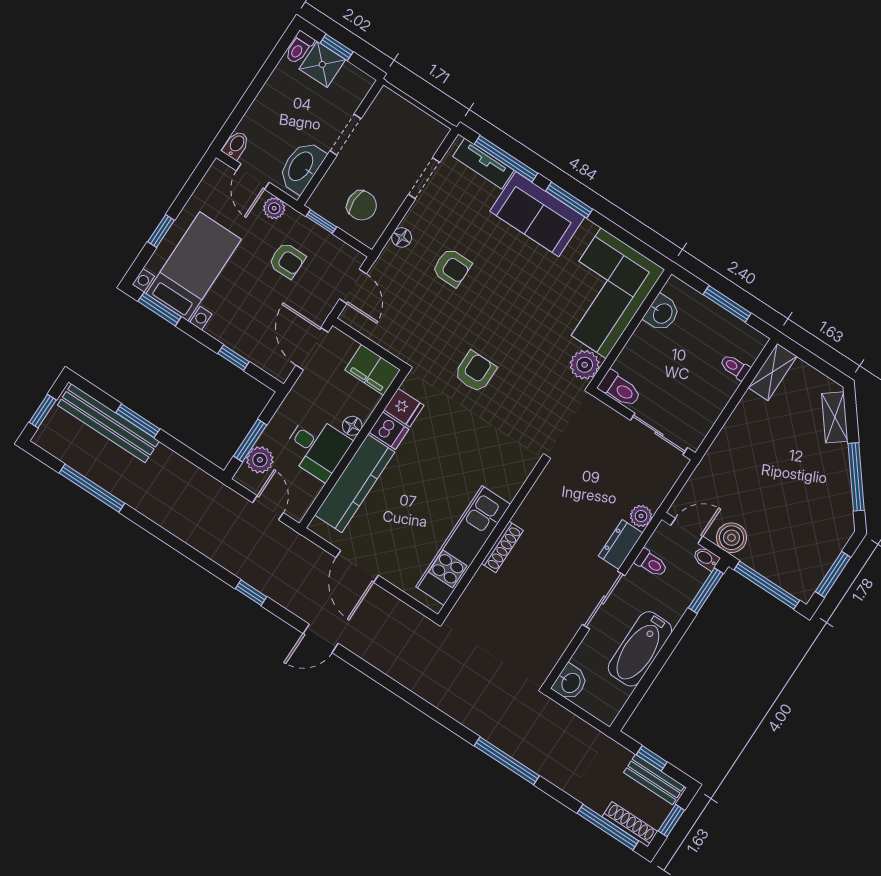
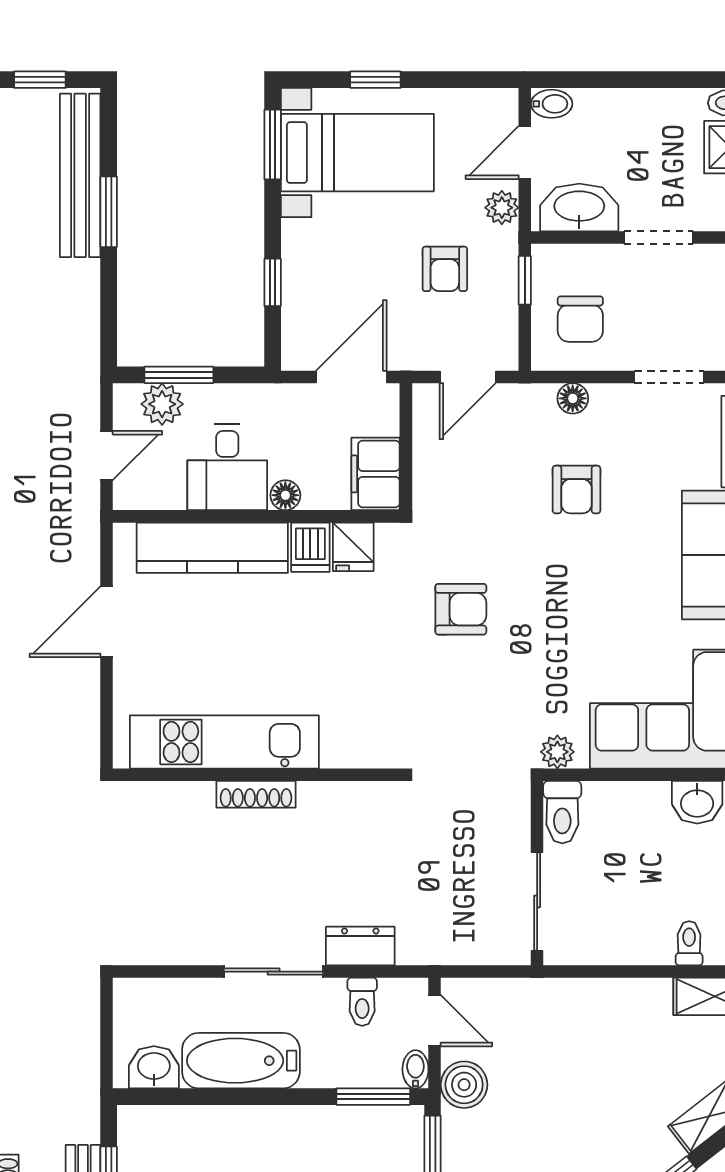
plant: (585, 365) -> (557, 752), width x0.73, depth x0.73
plant: (641, 516) -> (415, 948), removed
washbasin: (570, 683) -> (154, 1067), moved, turned 180

